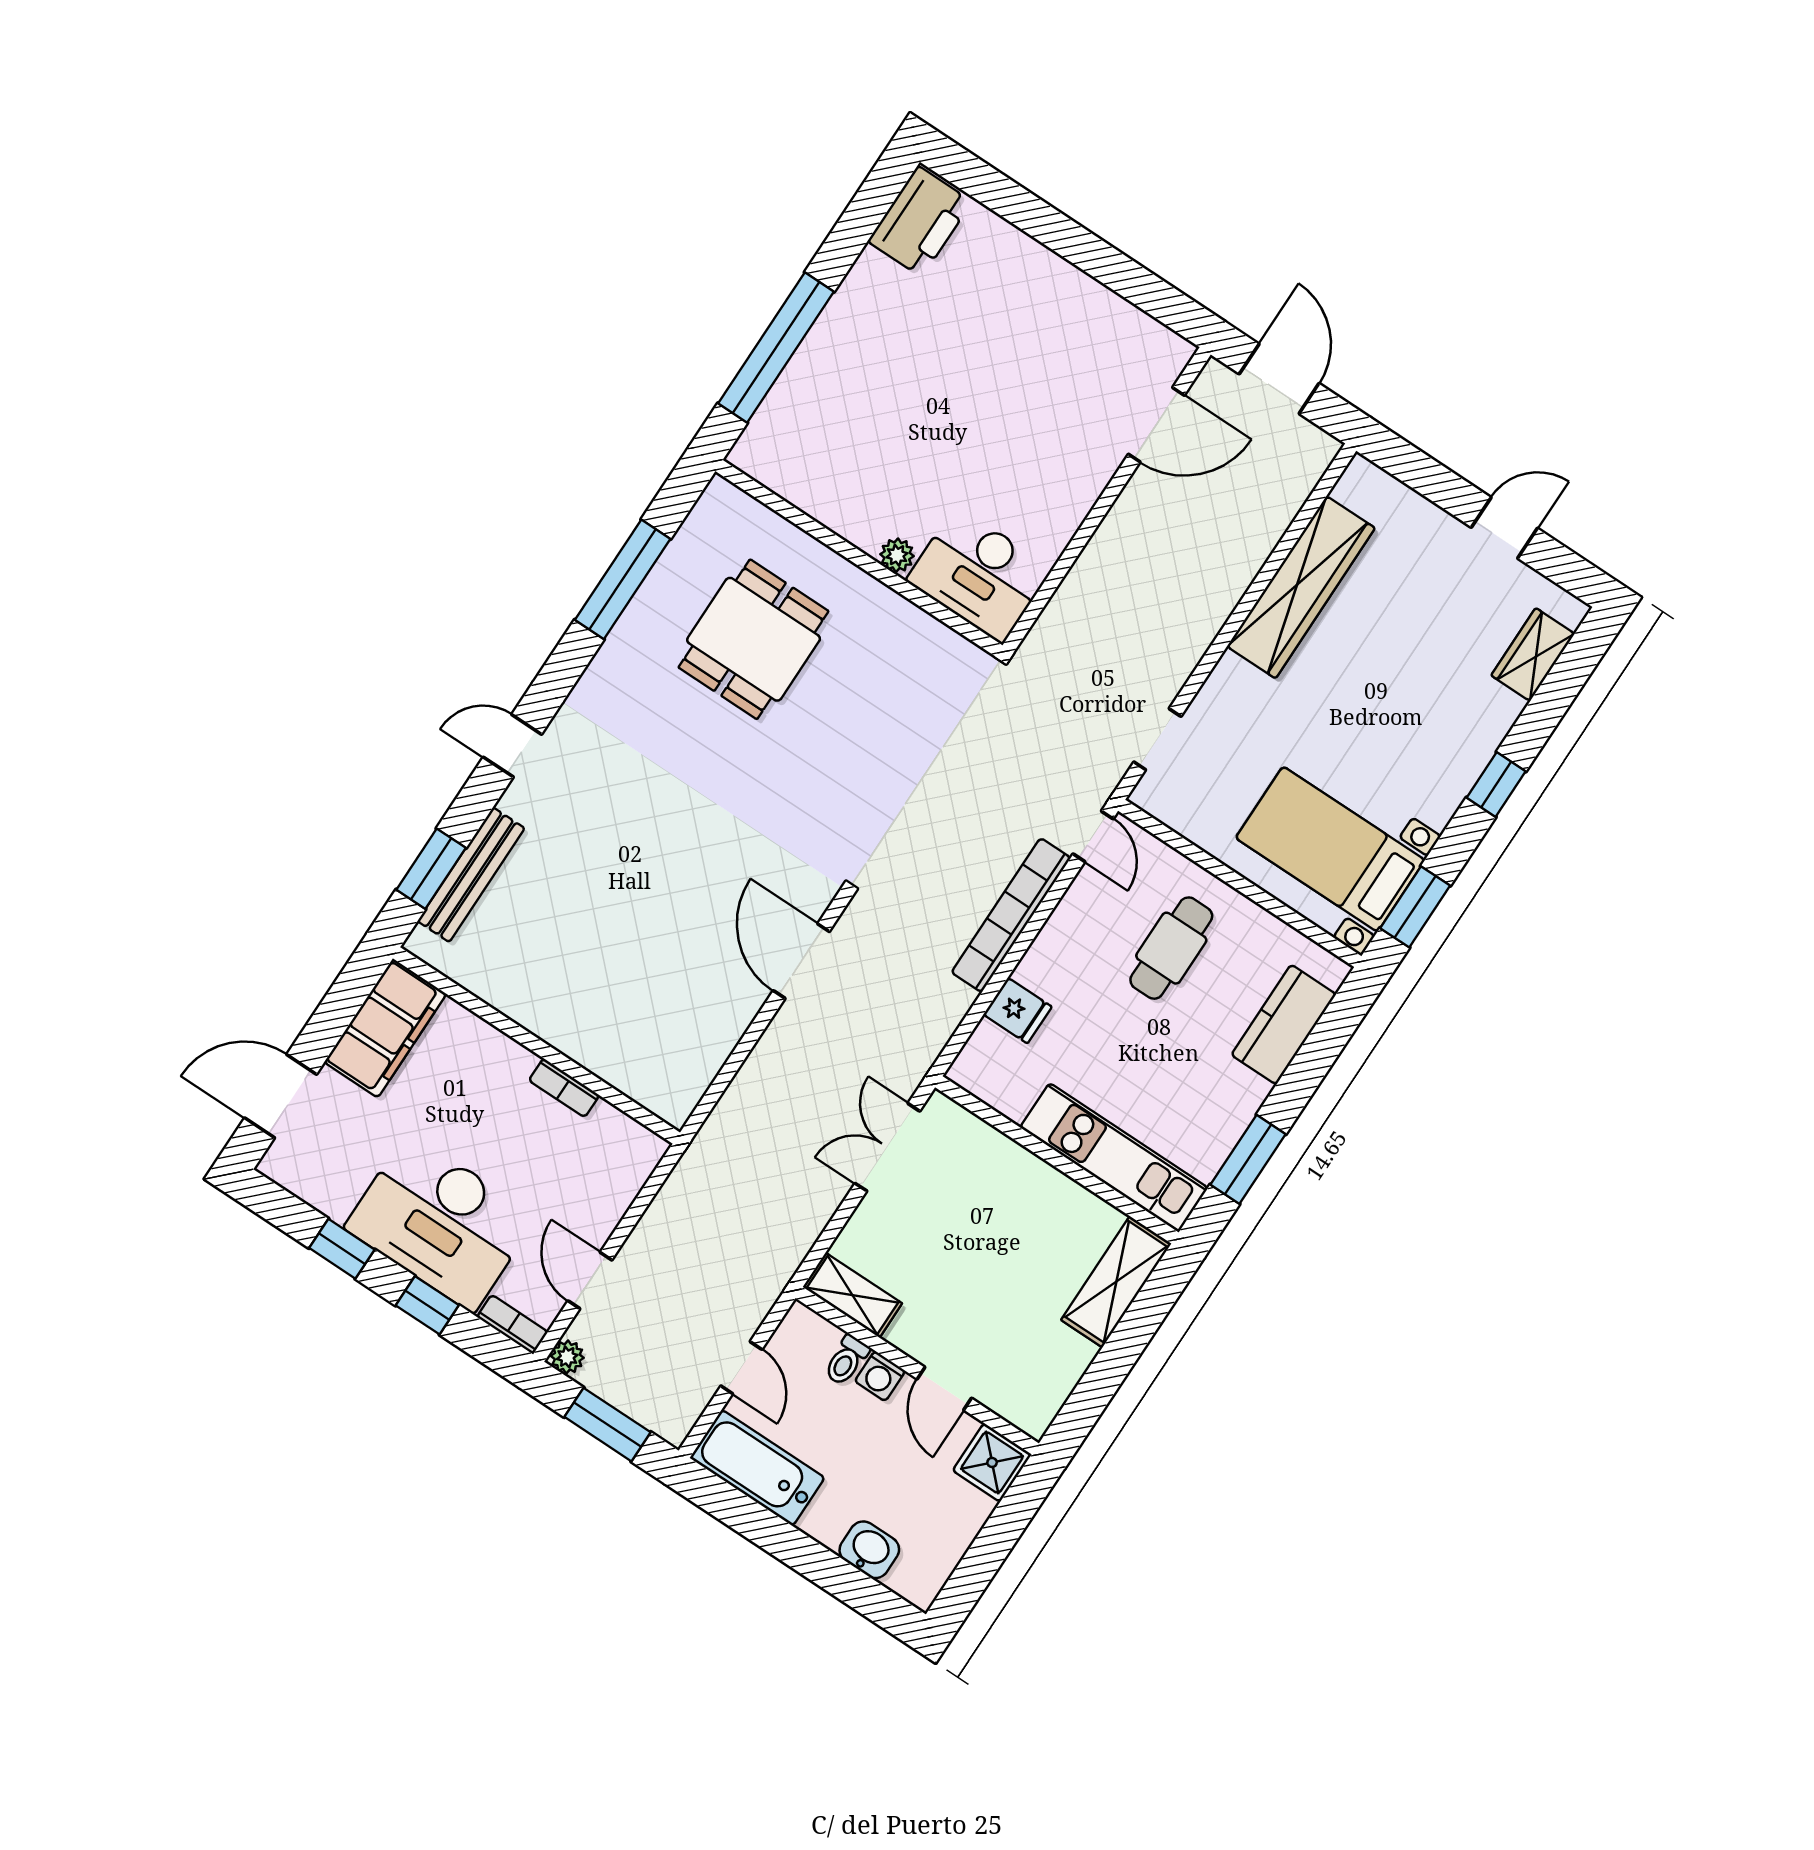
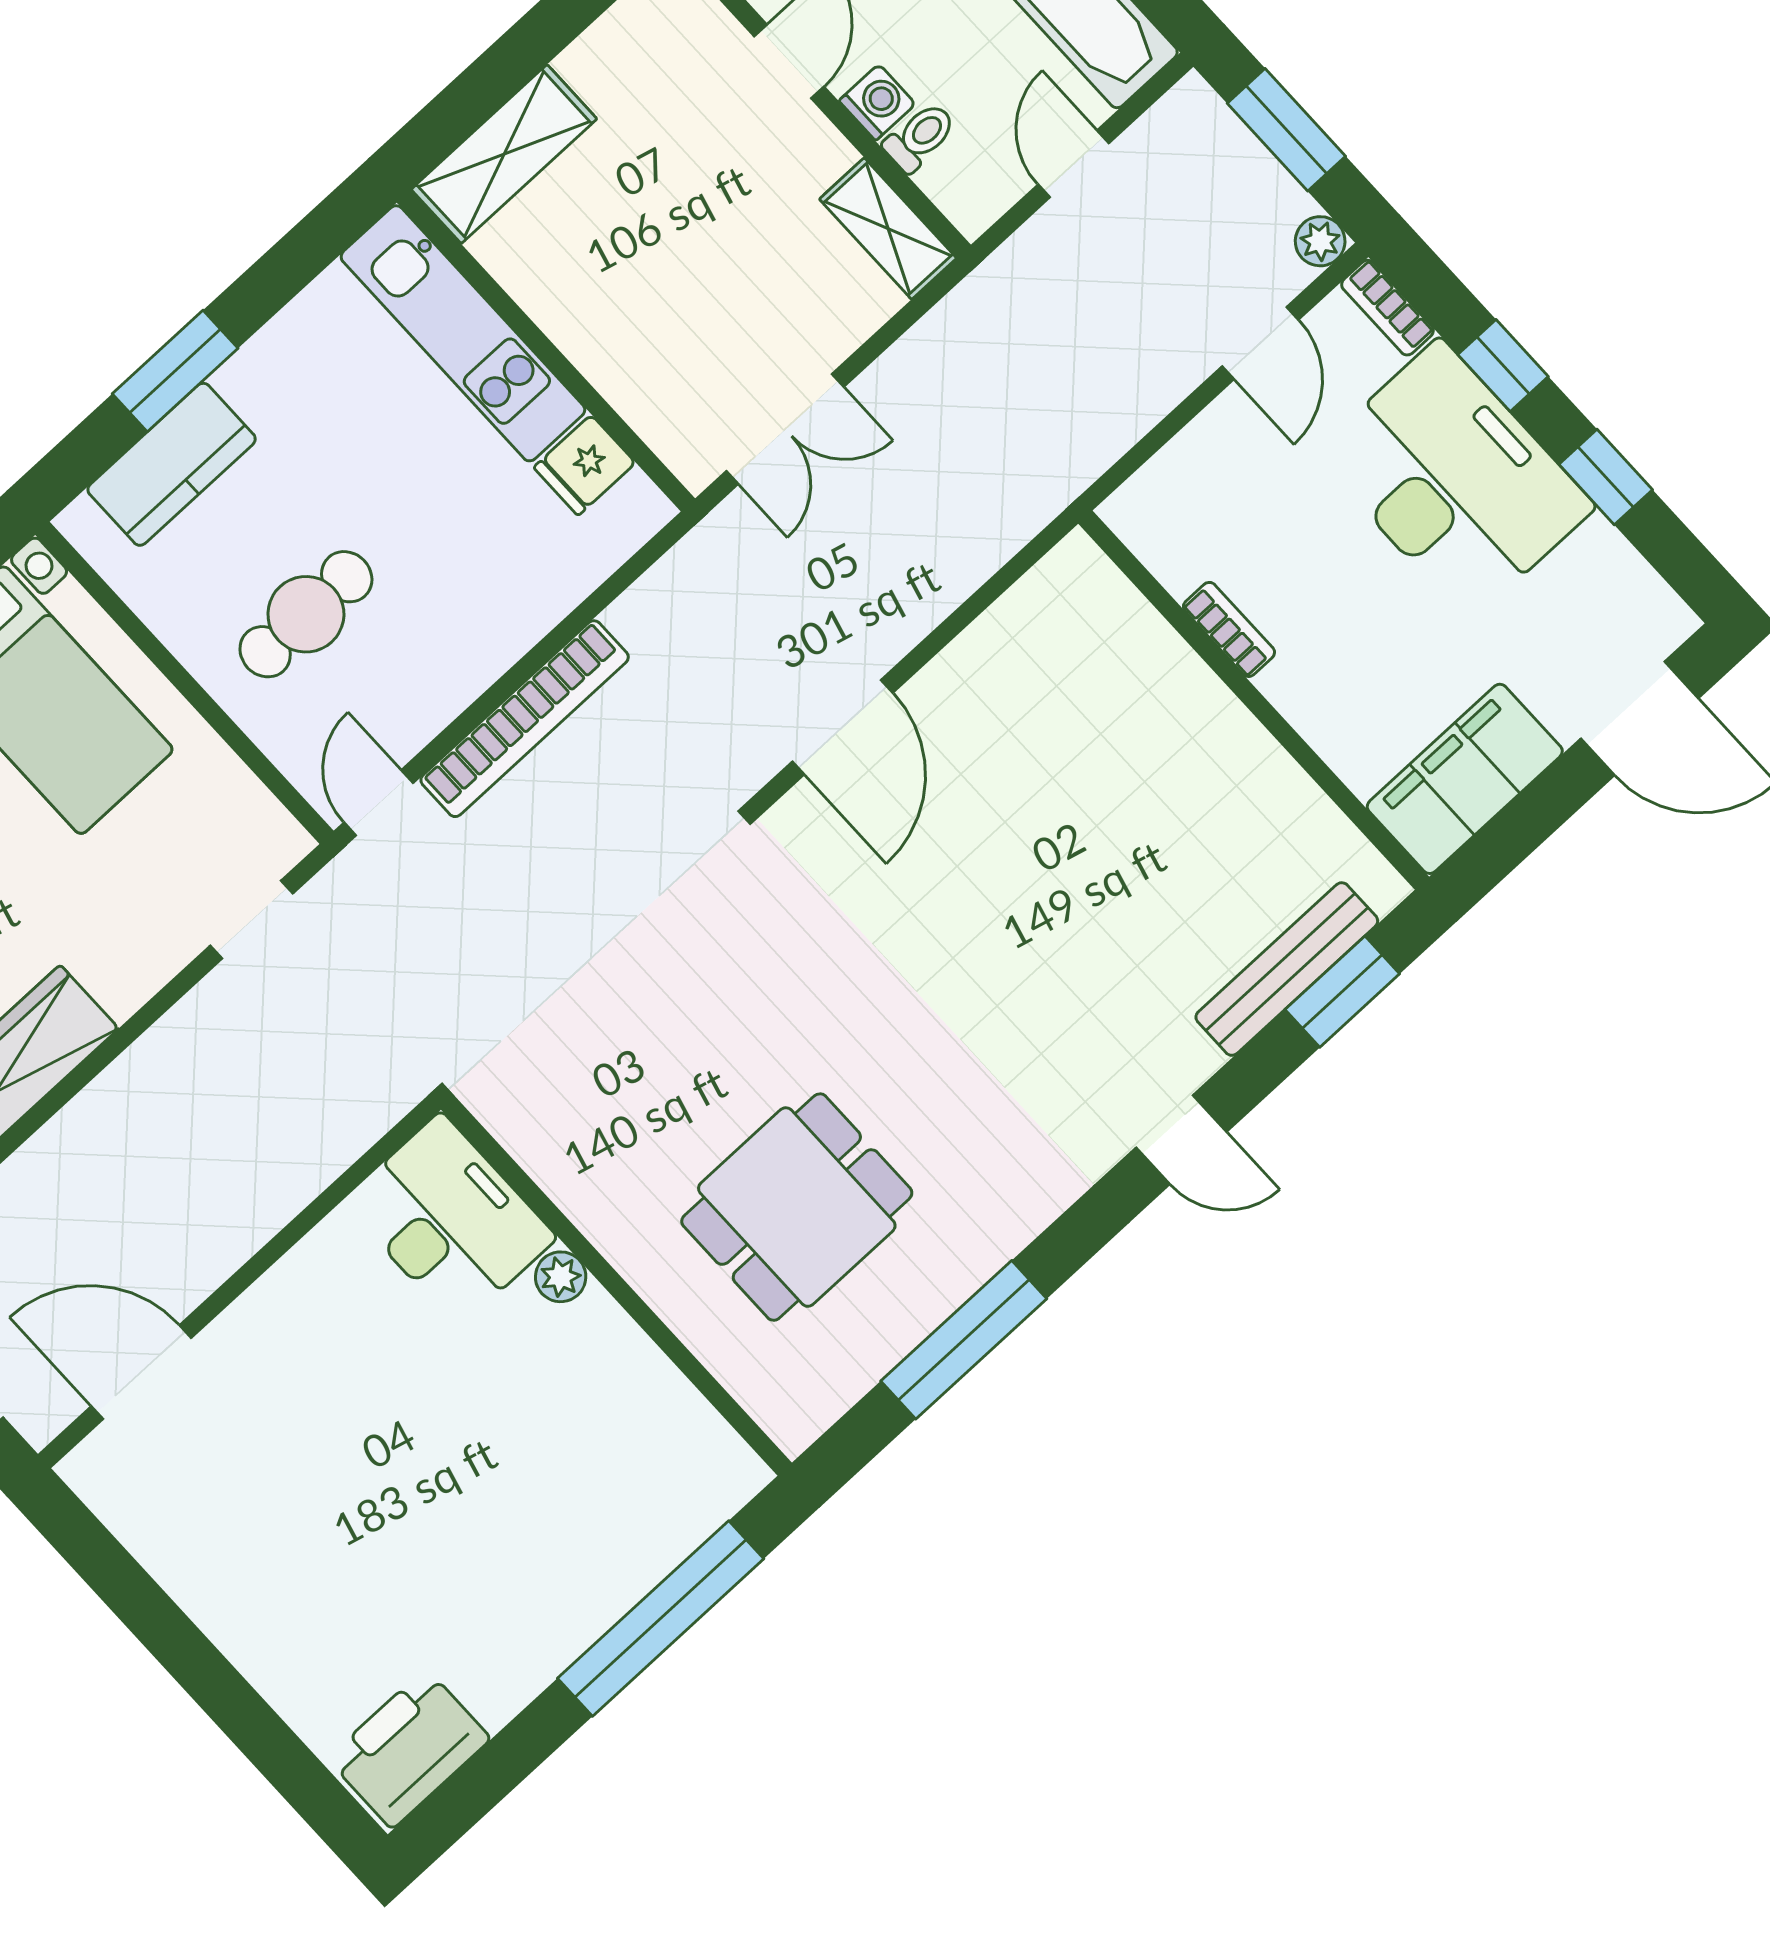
fridge: (1018, 1011) -> (585, 465), moved, turned -90
window: (1248, 1159) -> (175, 371), moved

